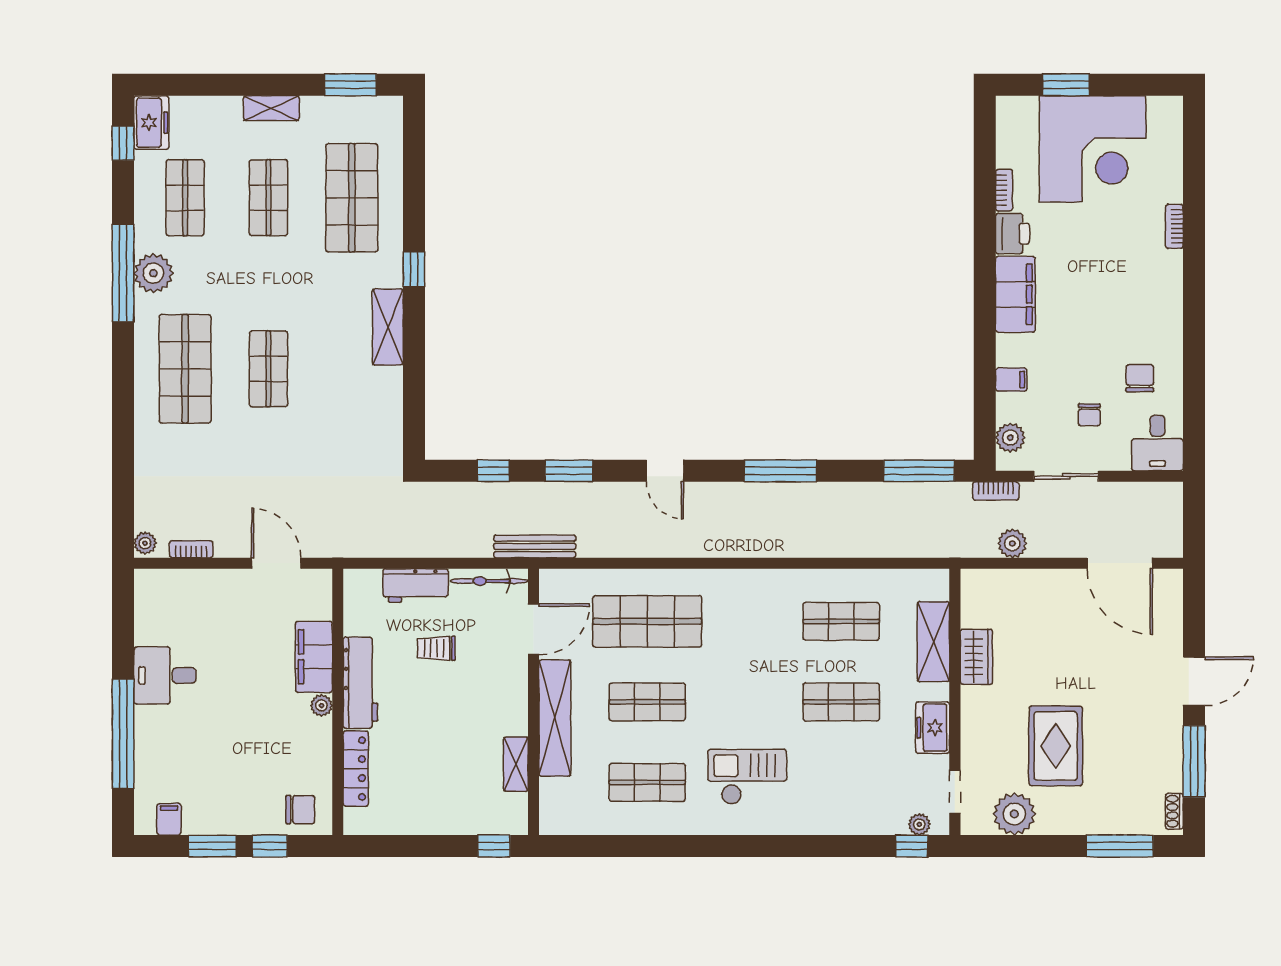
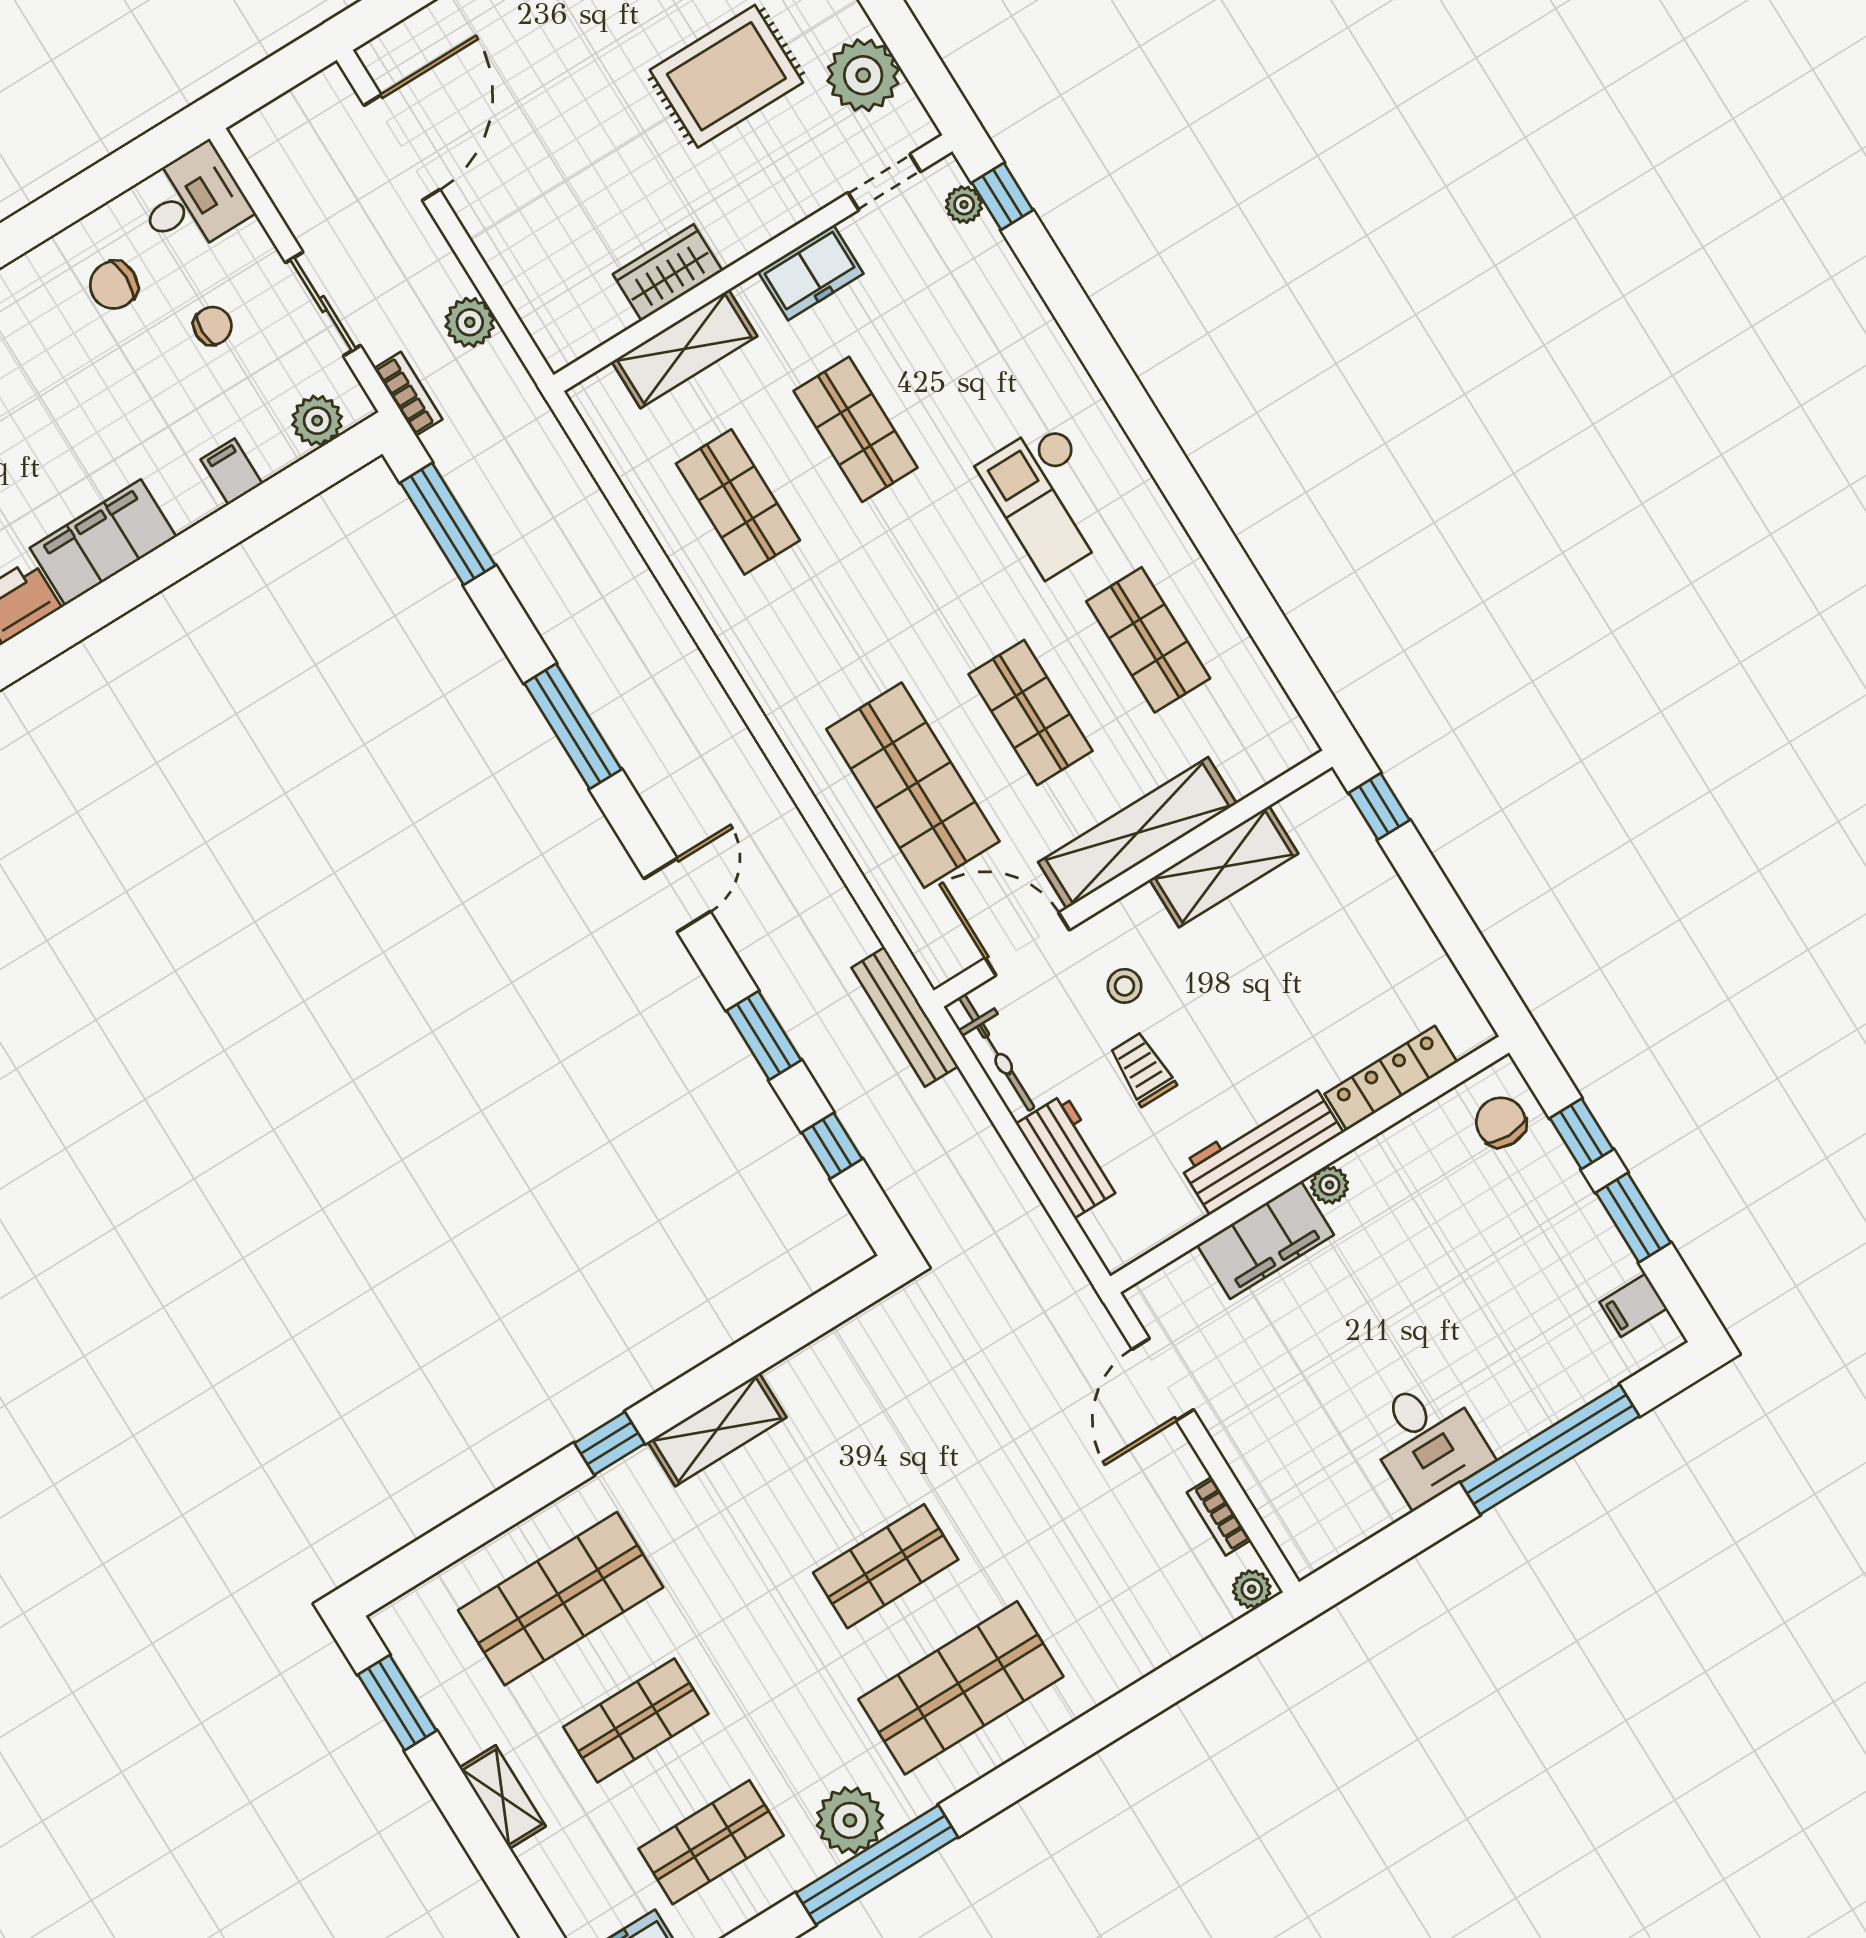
trolley: (436, 648) -> (1143, 1069), turned 180
stool: (483, 665) -> (1125, 986), added
shelving: (516, 764) -> (1224, 867), width x1.50, depth x1.33

